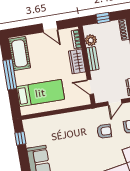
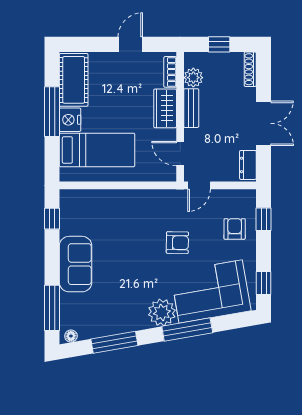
door: (50, 27) -> (130, 44), swing flipped
nightstand: (21, 78) -> (70, 120), added
door: (115, 102) -> (199, 185), moved
armchair: (104, 131) -> (177, 243), moved

